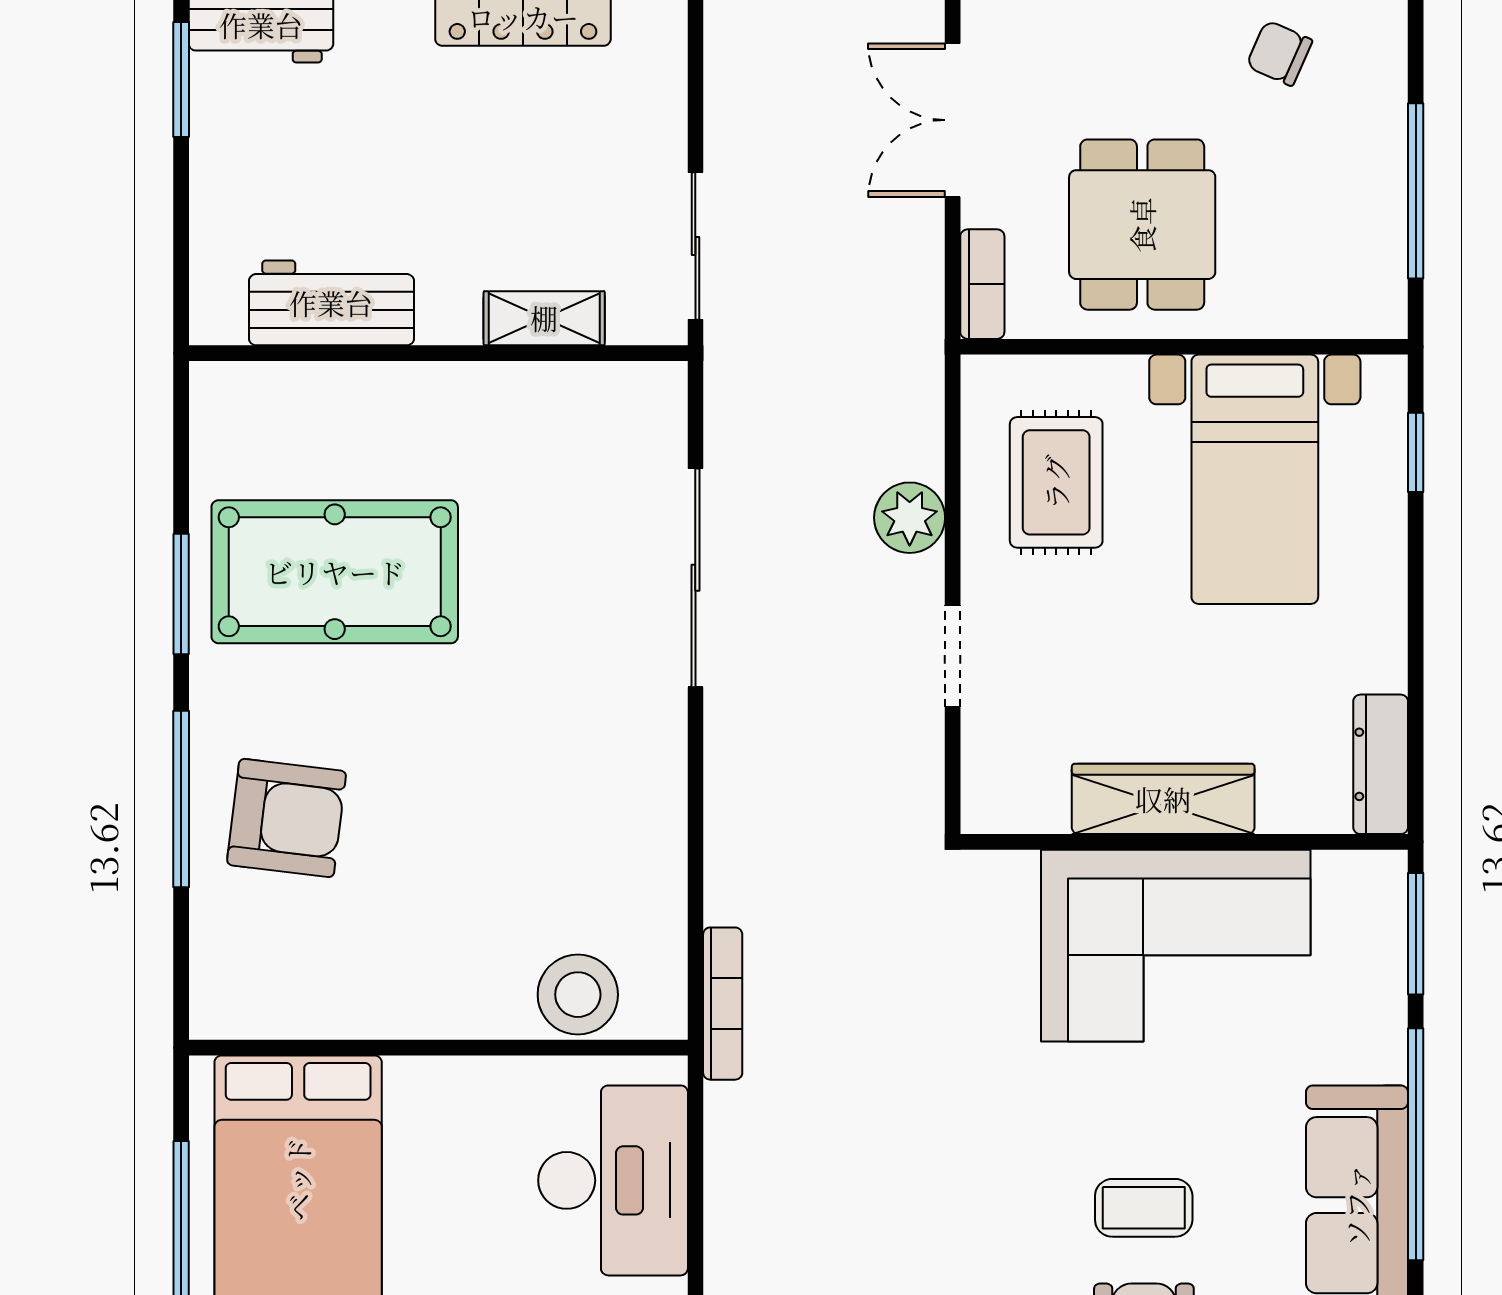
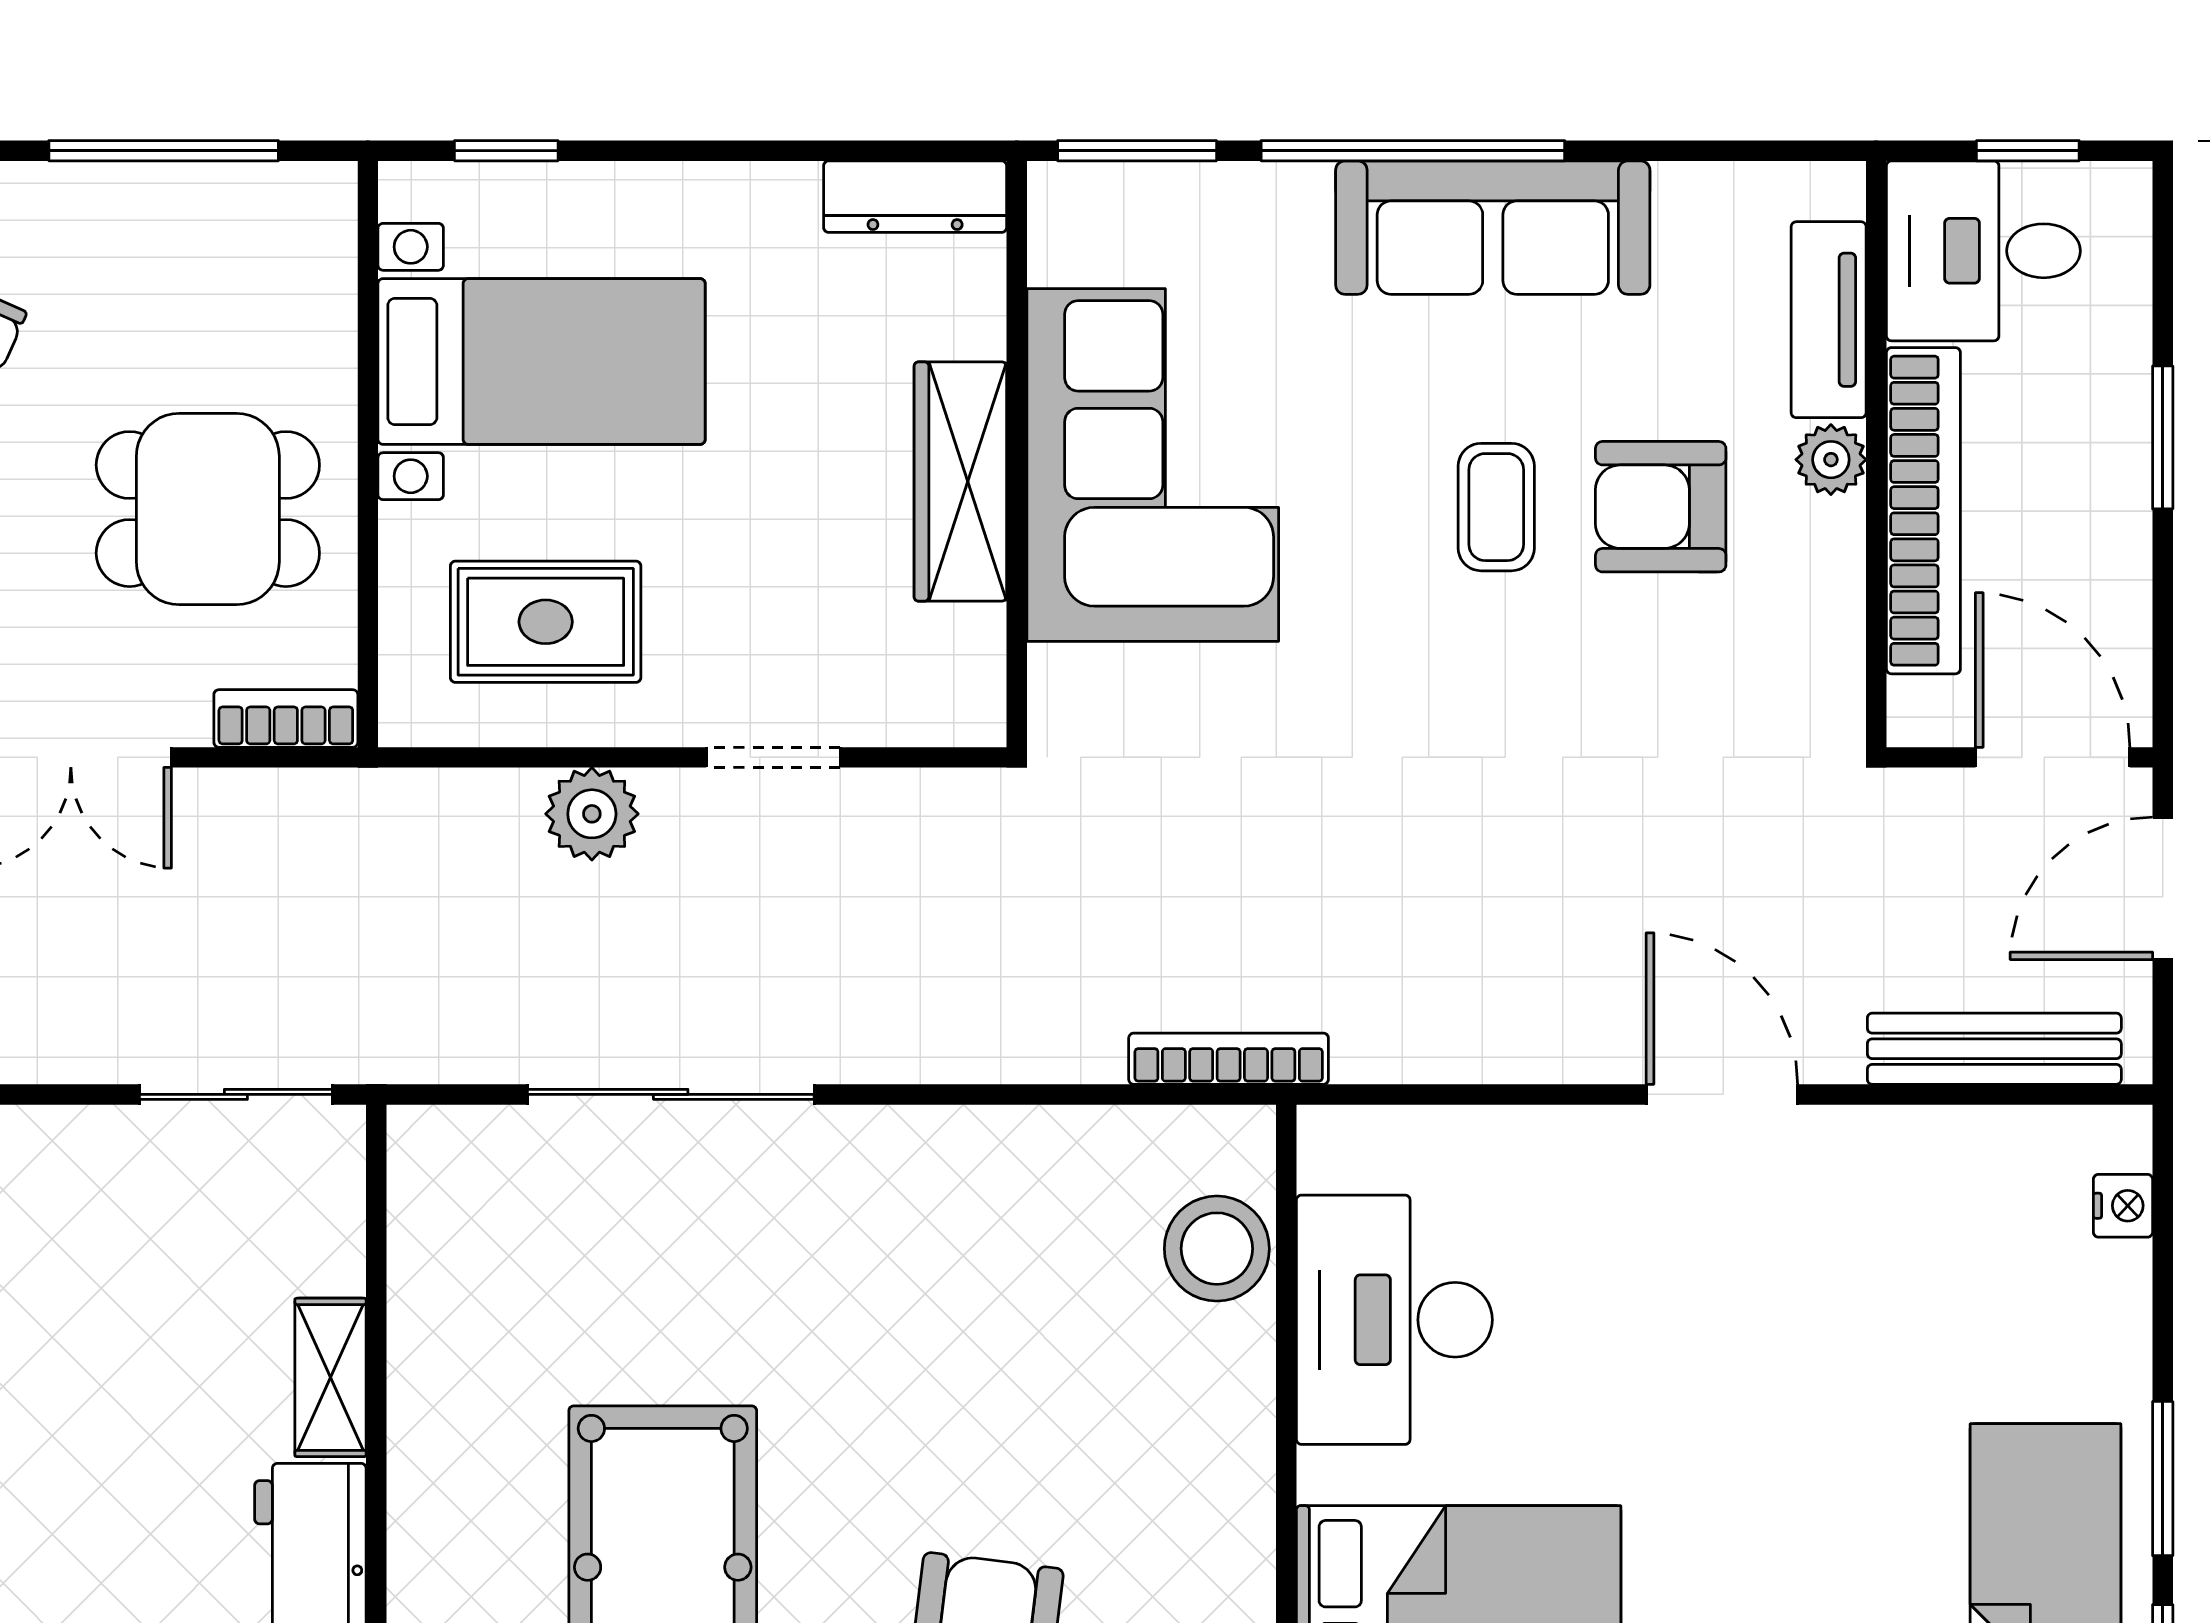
shelving: (544, 318) -> (331, 1377), moved
desk: (613, 1180) -> (1394, 1320), moved, turned -90

